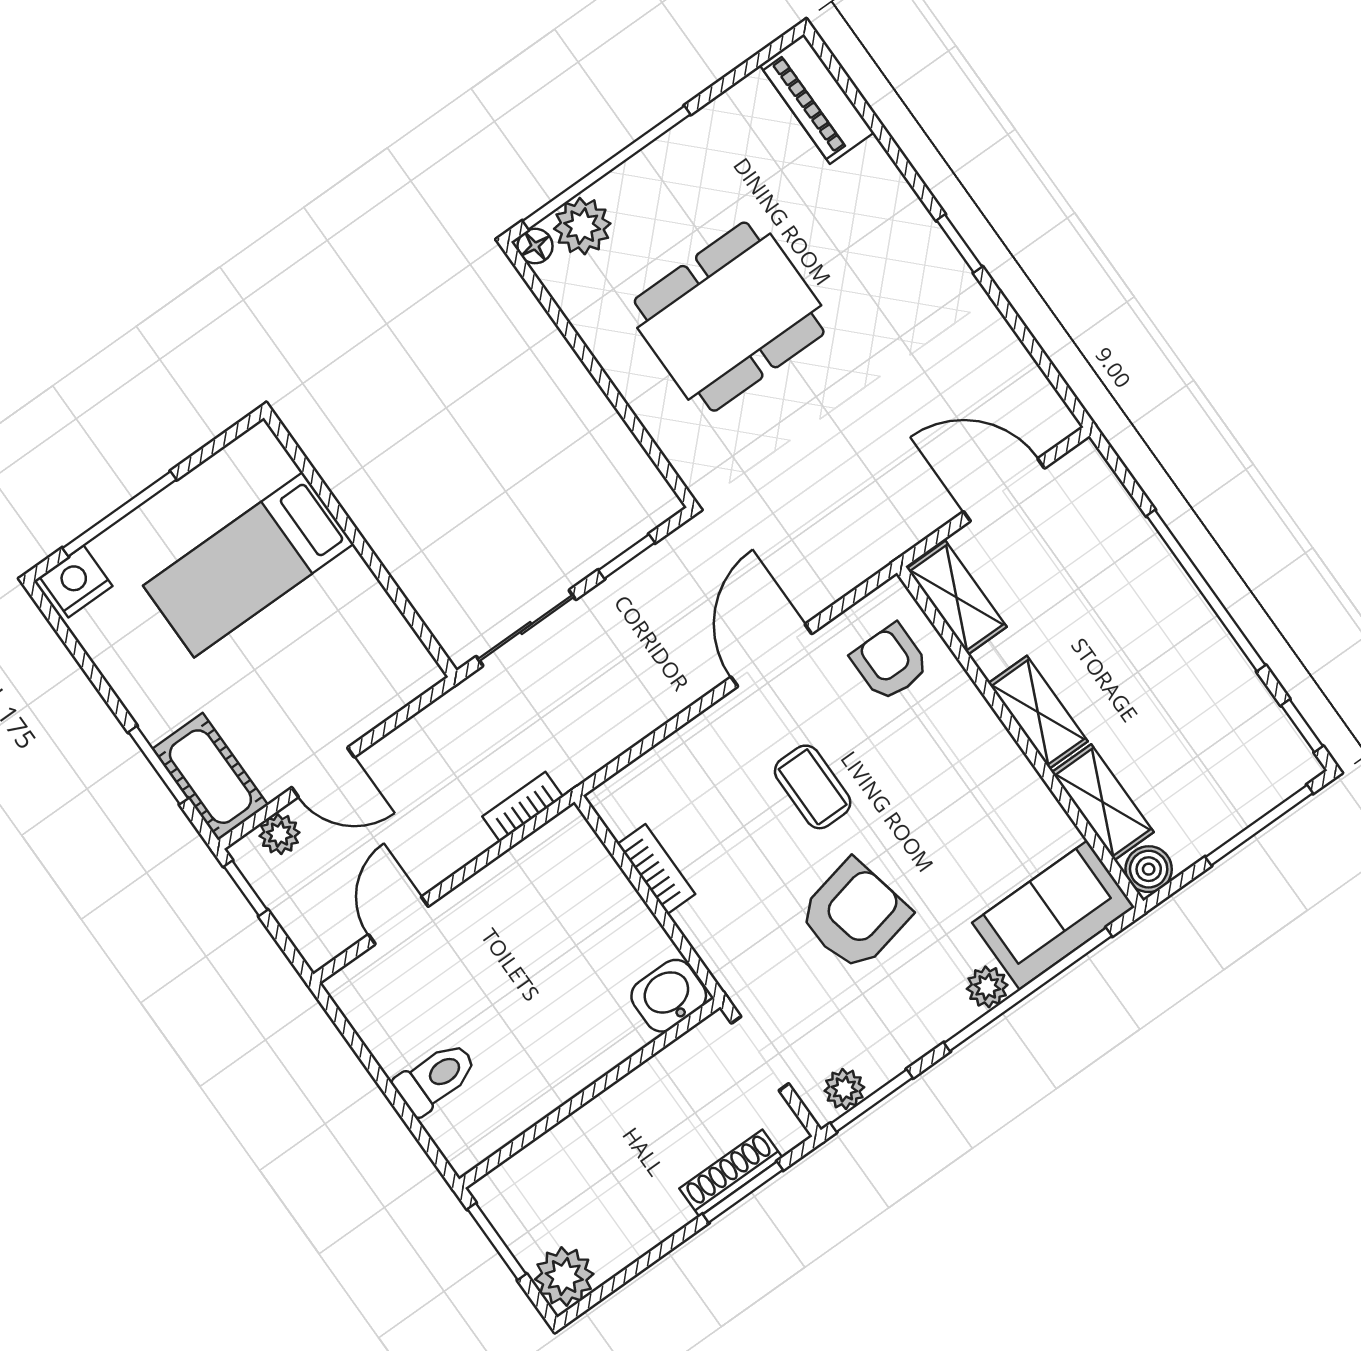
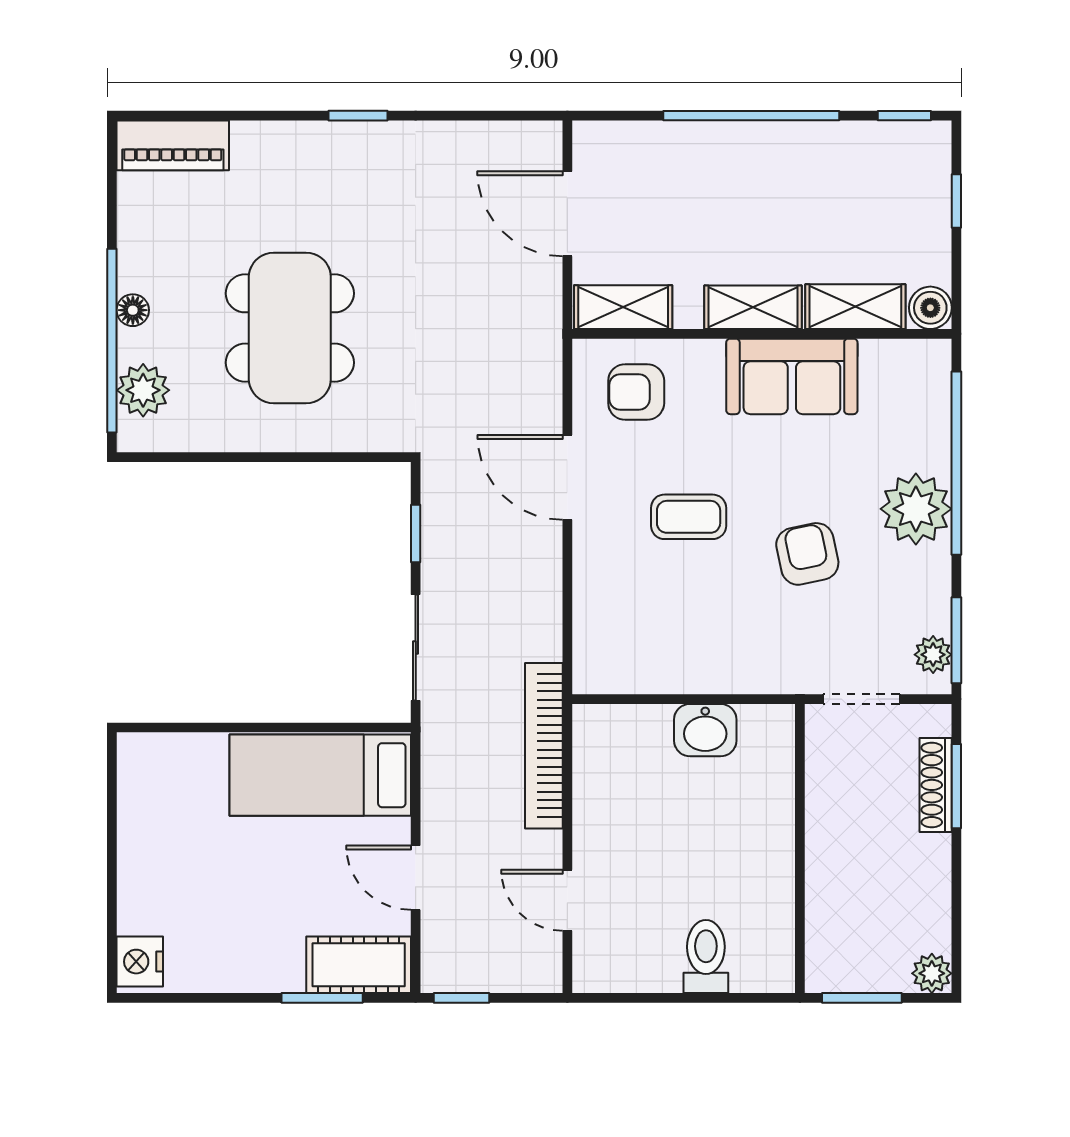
floor lamp: (535, 246) -> (133, 310), moved
door: (1004, 490) -> (567, 214), hinge flipped
window: (119, 514) -> (112, 893), removed
bed: (248, 565) -> (320, 775), moved, turned 90
door: (323, 772) -> (416, 878), swing flipped
bookcase: (523, 807) -> (544, 746), width x2.31, depth x1.31
window: (1259, 825) -> (956, 201), width x0.46
plant: (280, 834) -> (439, 943), removed
bookcase: (656, 869) -> (667, 678), removed
armchair: (854, 915) -> (807, 554), width x0.72, depth x0.72
sofa: (1053, 915) -> (792, 376), moved, turned -90
plant: (987, 987) -> (916, 509), width x1.87, depth x1.87
washbasin: (669, 996) -> (705, 730), moved, turned -90
plant: (564, 1277) -> (932, 973), width x0.73, depth x0.73

